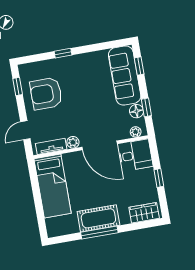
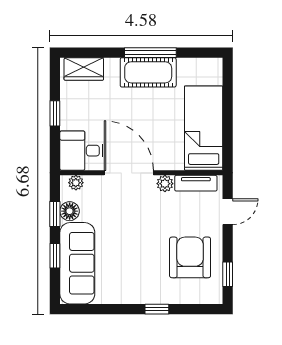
window: (139, 66) -> (55, 256), moved
armchair: (46, 94) -> (190, 257), turned -90

